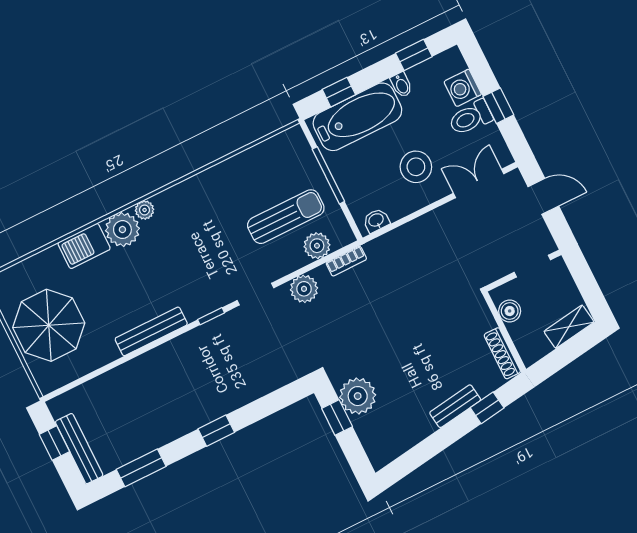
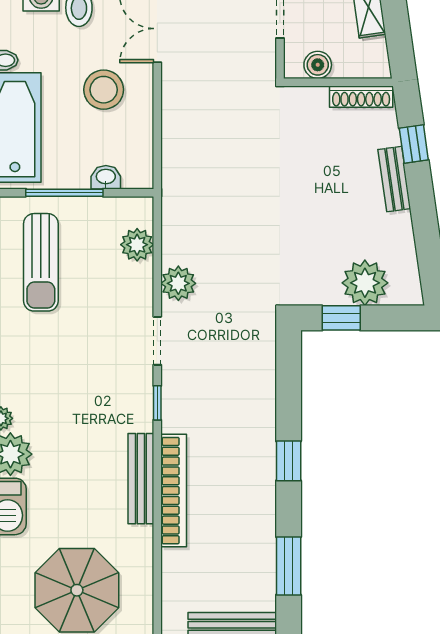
sun lounger: (286, 217) -> (41, 262), moved, turned 180
washbasin: (376, 220) -> (106, 177), moved, turned 90
bookcase: (346, 261) -> (174, 491), moved, width x2.31, depth x1.31
plant: (358, 396) -> (365, 283), moved

